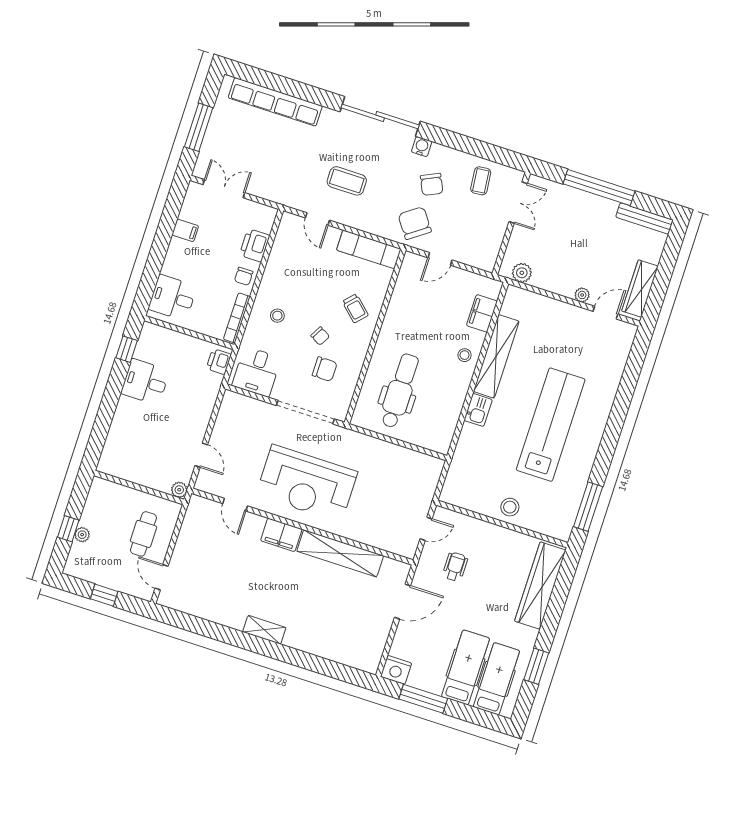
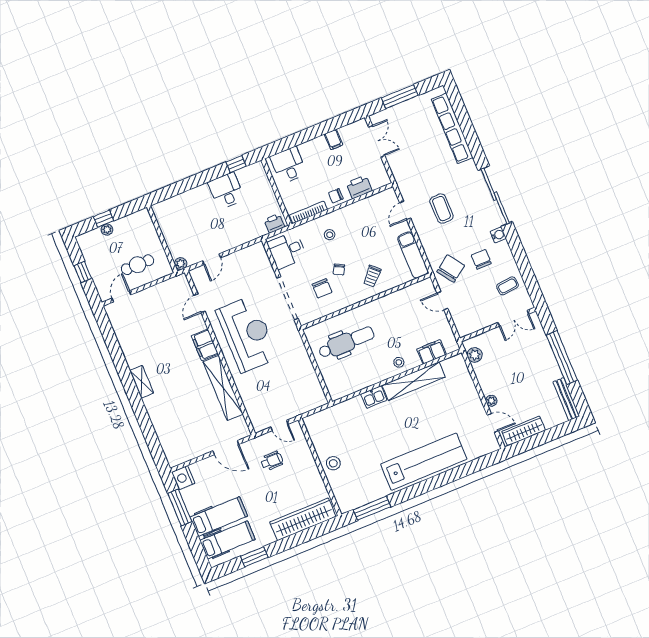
chair: (432, 184) -> (481, 259), turned 115
lab bench: (551, 425) -> (424, 462), moved
reception desk: (307, 483) -> (247, 334), turned 180

